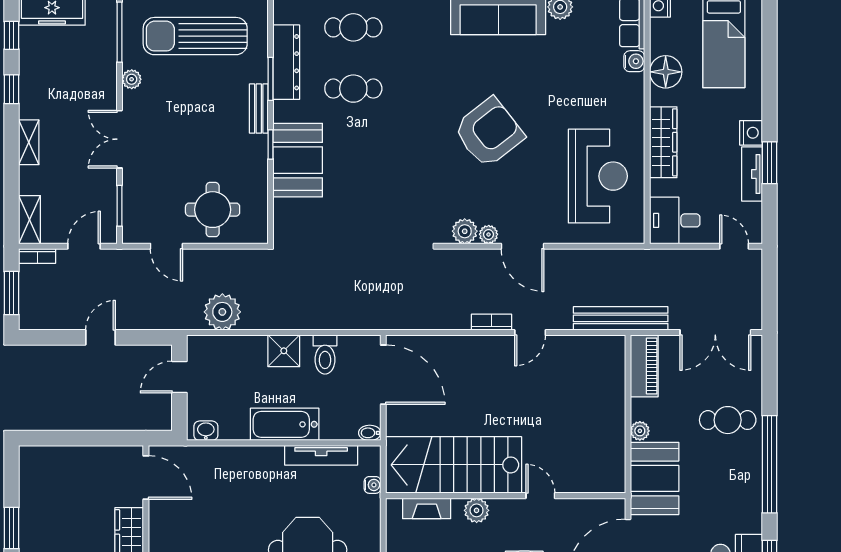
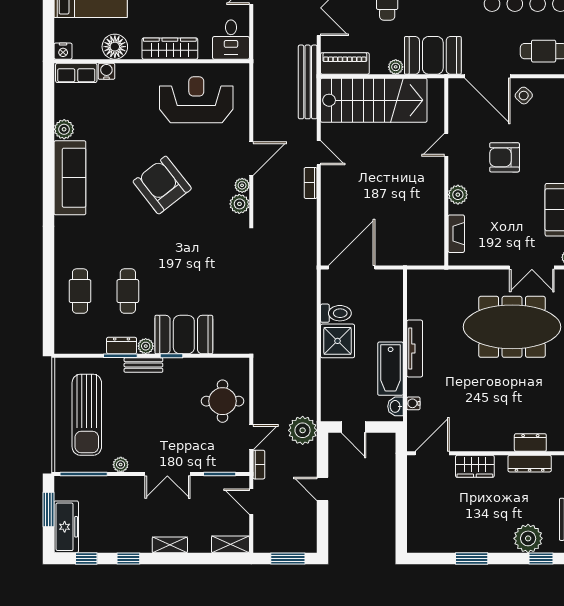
dresser: (286, 62) -> (122, 346), width x0.51, depth x0.80
plant: (283, 111) -> (146, 346), added
bookcase: (37, 256) -> (259, 465), moved
plant: (222, 312) -> (303, 430), moved
shower: (284, 351) -> (338, 341), width x1.36, depth x1.36
bathtub: (285, 424) -> (391, 369), moved
bidet: (370, 433) -> (397, 278), removed
tv unit: (321, 455) -> (415, 349), moved
stairs: (454, 465) -> (374, 100), moved, turned -90
water cooler: (373, 485) -> (413, 403), moved, turned -90

